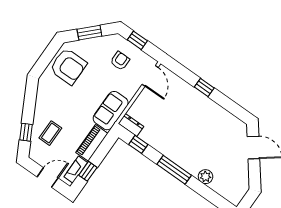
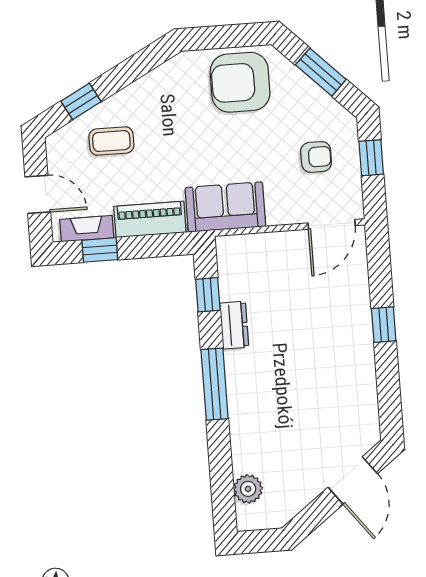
armchair: (68, 66) -> (240, 82), turned 90
dresser: (131, 125) -> (234, 325), moved
plant: (206, 177) -> (248, 489), moved

